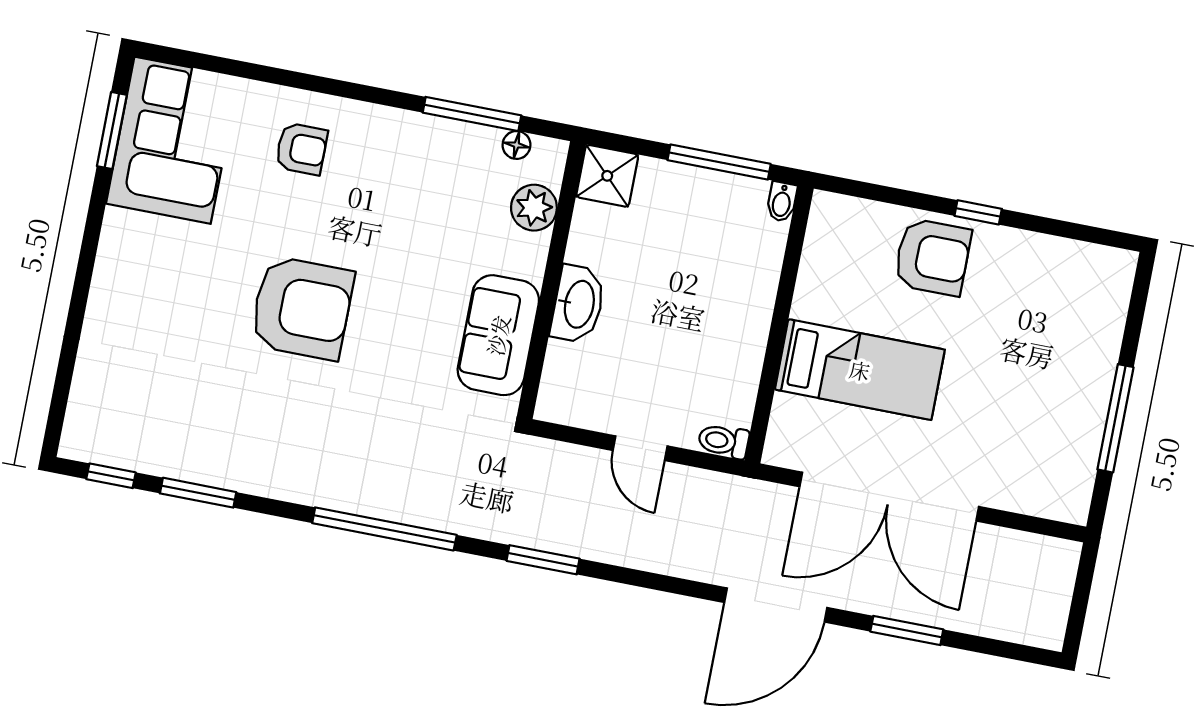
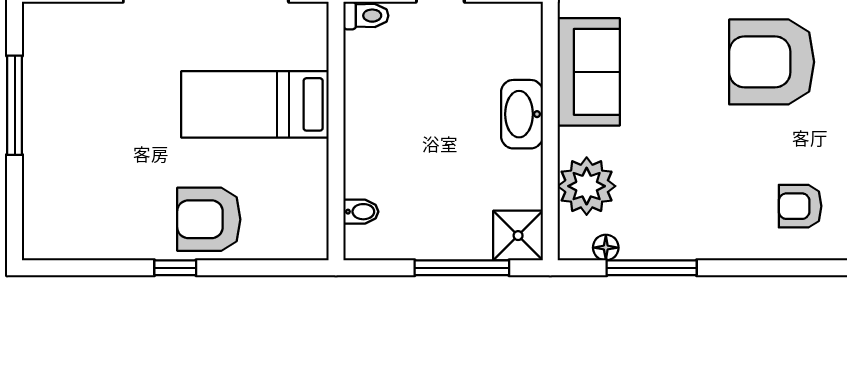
window: (719, 162) -> (462, 268), moved
bidet: (782, 202) -> (361, 212), moved, turned 90
plant: (534, 208) -> (587, 186), width x1.36, depth x1.36

